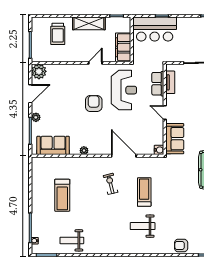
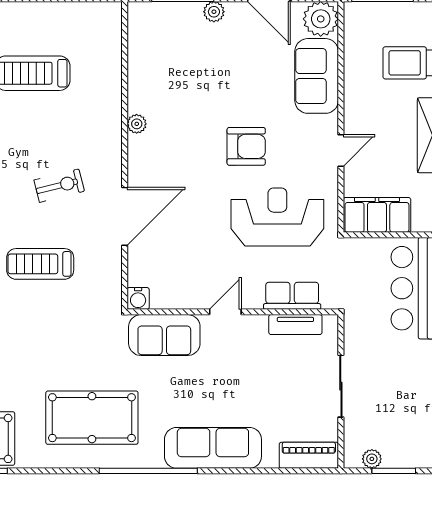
door: (95, 63) -> (341, 150), hinge flipped
reception desk: (124, 90) -> (277, 217), turned 180
sofa: (53, 145) -> (317, 76), moved, turned 180
treadmill: (144, 192) -> (40, 264), turned 180

